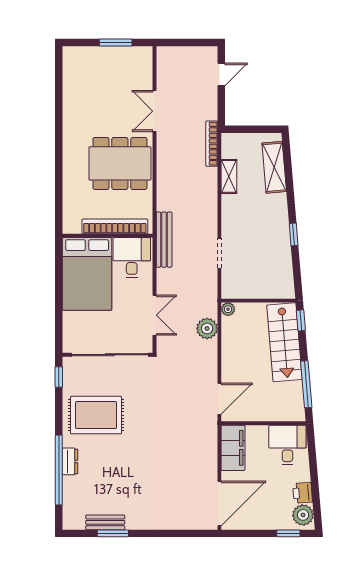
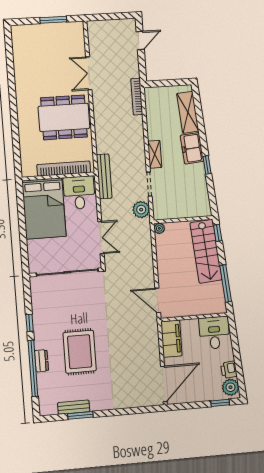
shelving: (229, 176) -> (155, 154), moved
freezer: (276, 212) -> (192, 148), added
plant: (207, 328) -> (141, 210), moved
window: (59, 377) -> (30, 323), moved
door: (219, 399) -> (158, 300), swing flipped
rug: (96, 415) -> (80, 352), moved, turned 90

